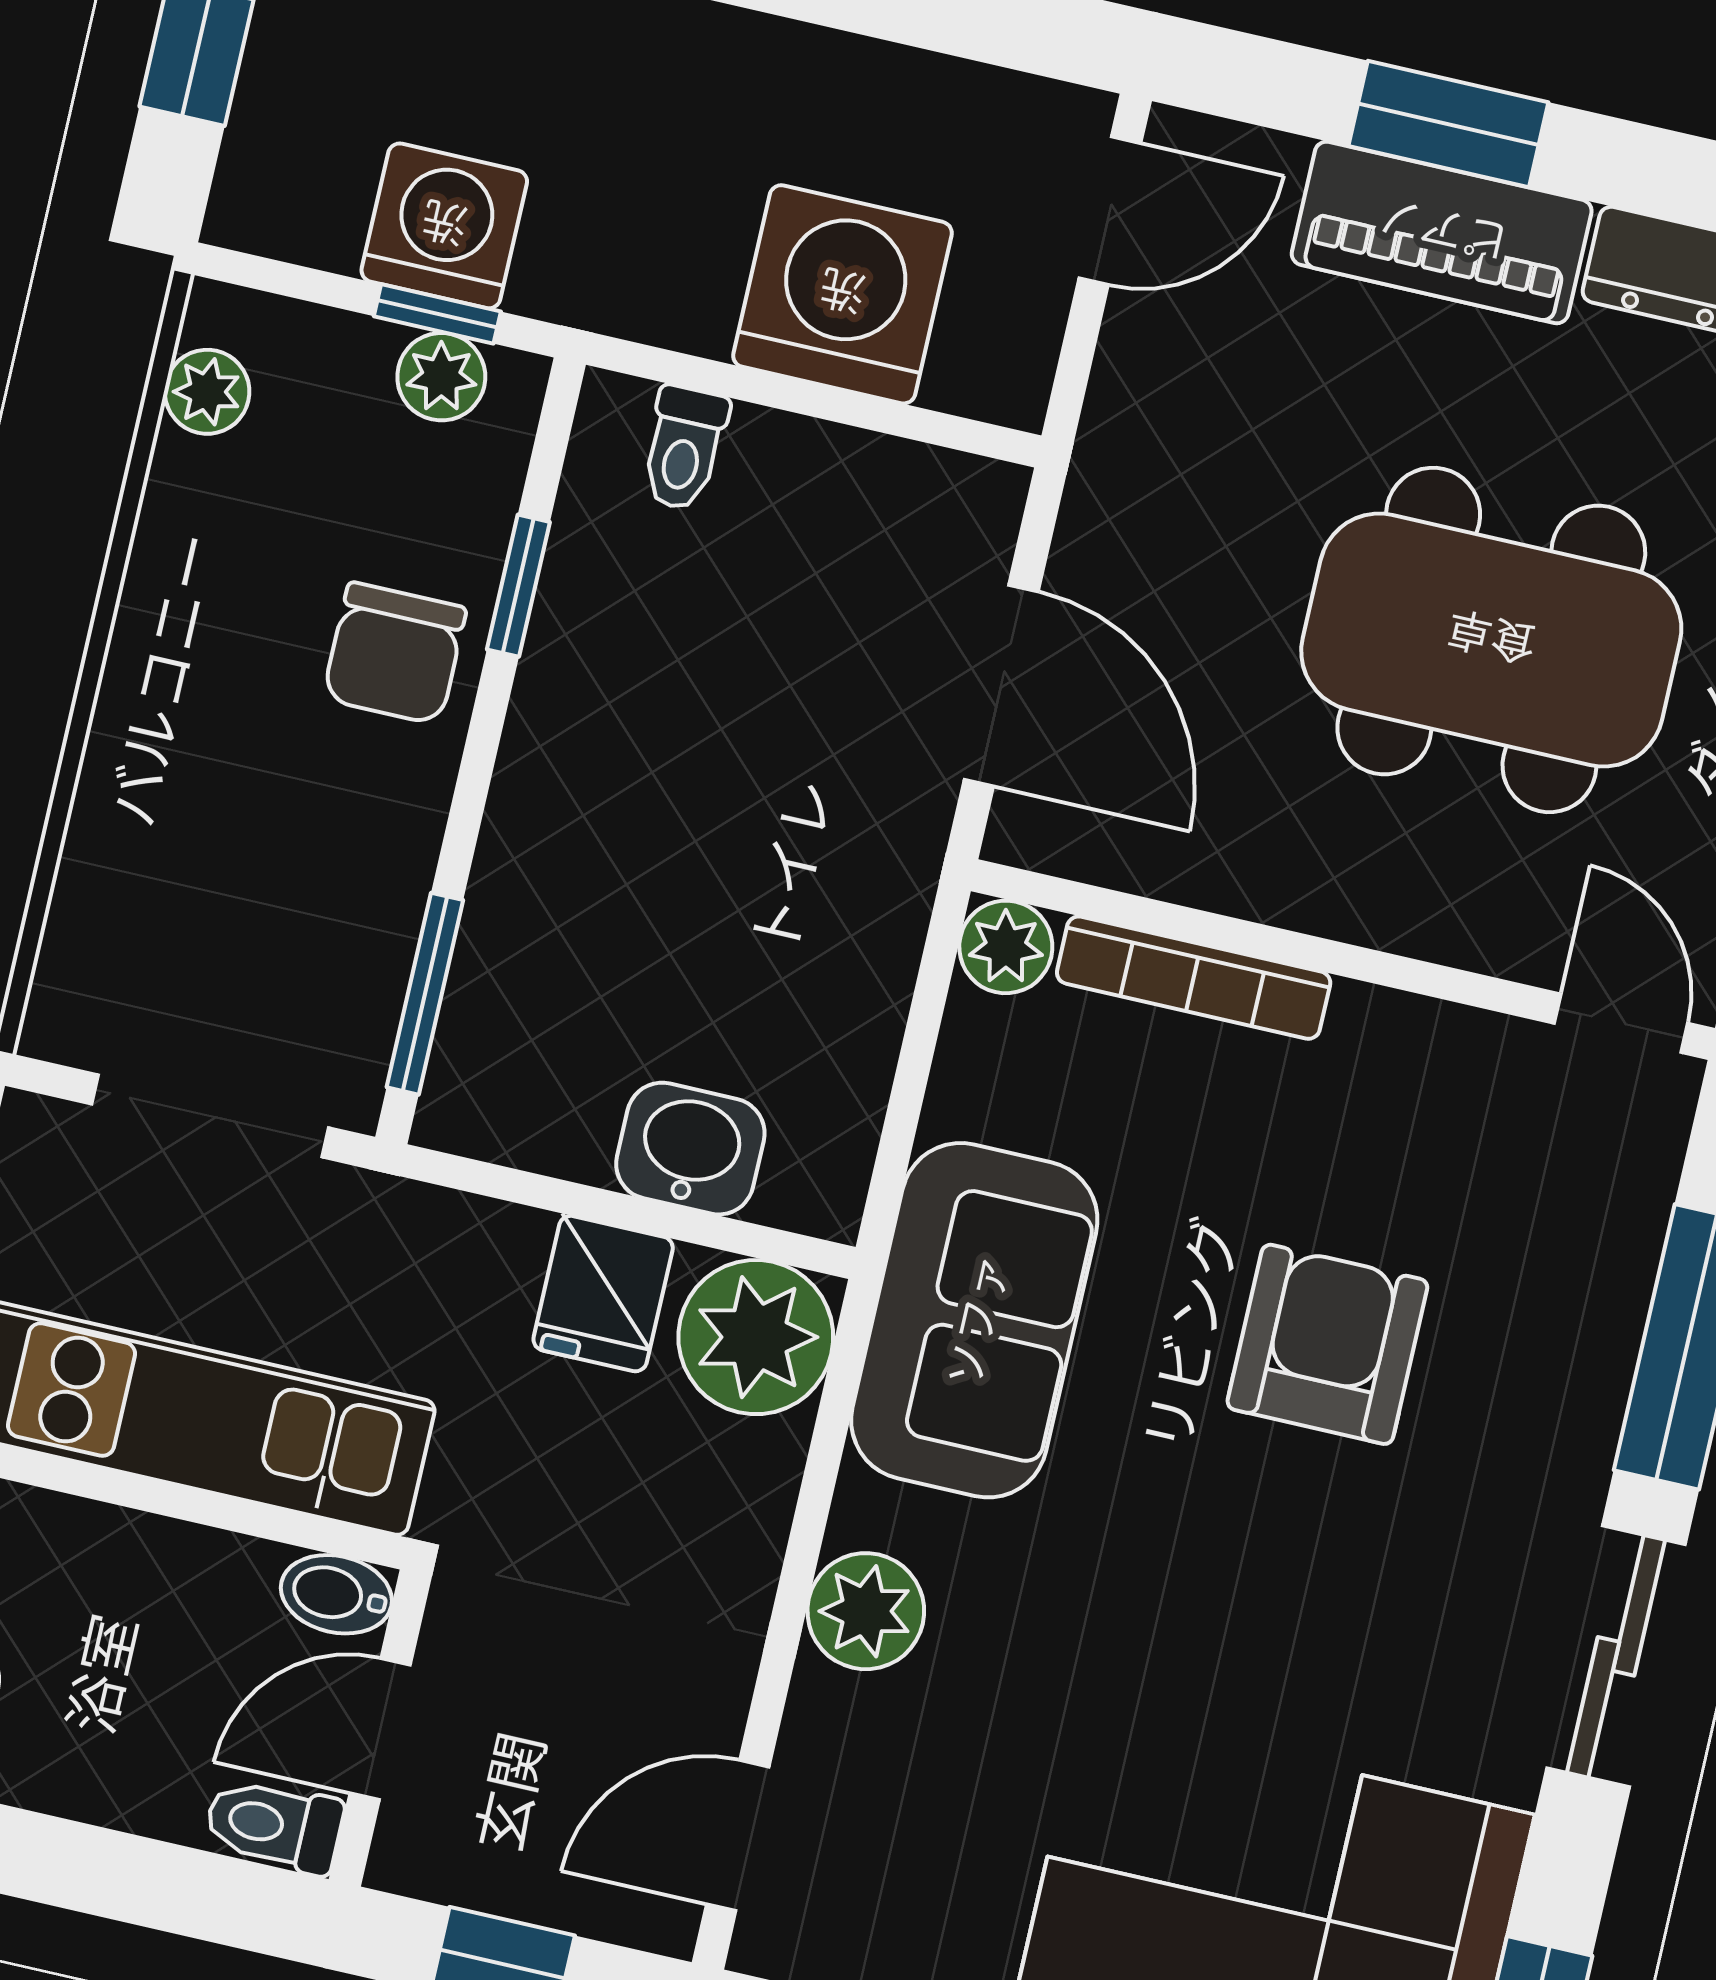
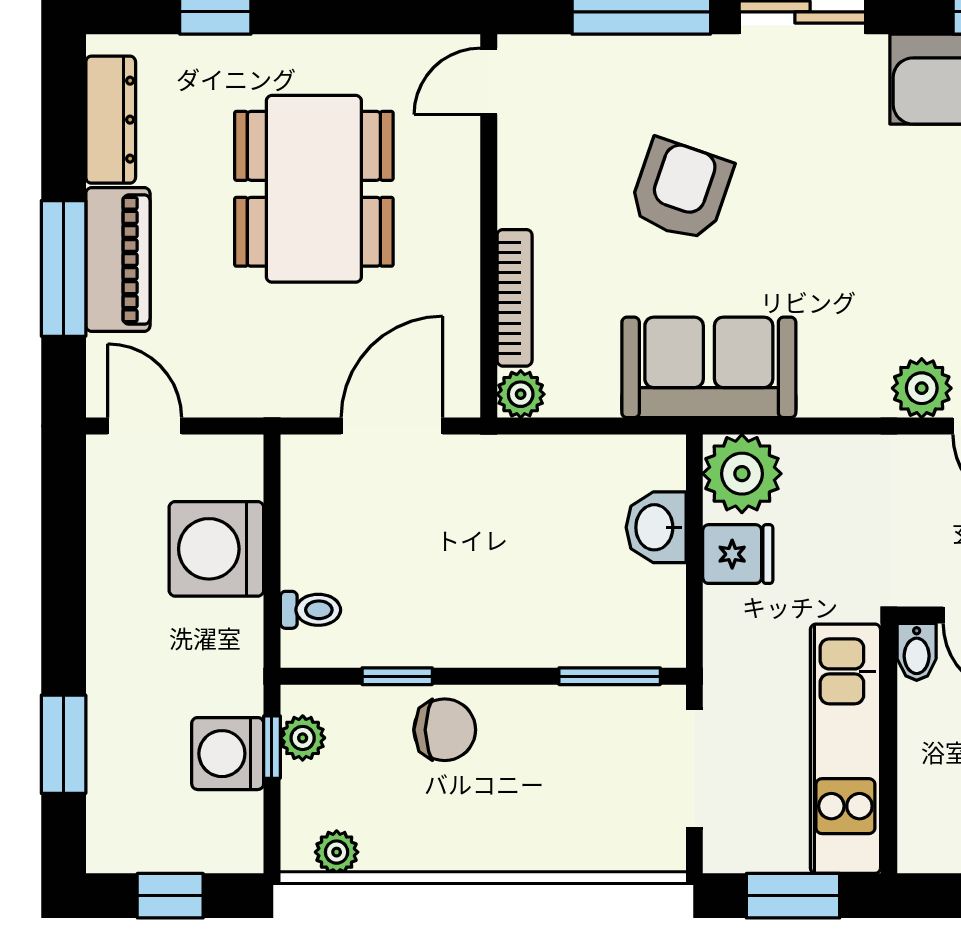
window: (1448, 124) -> (64, 268), width x1.44
armchair: (1327, 1344) -> (681, 190), turned 109
plant: (866, 1611) -> (922, 388), moved

